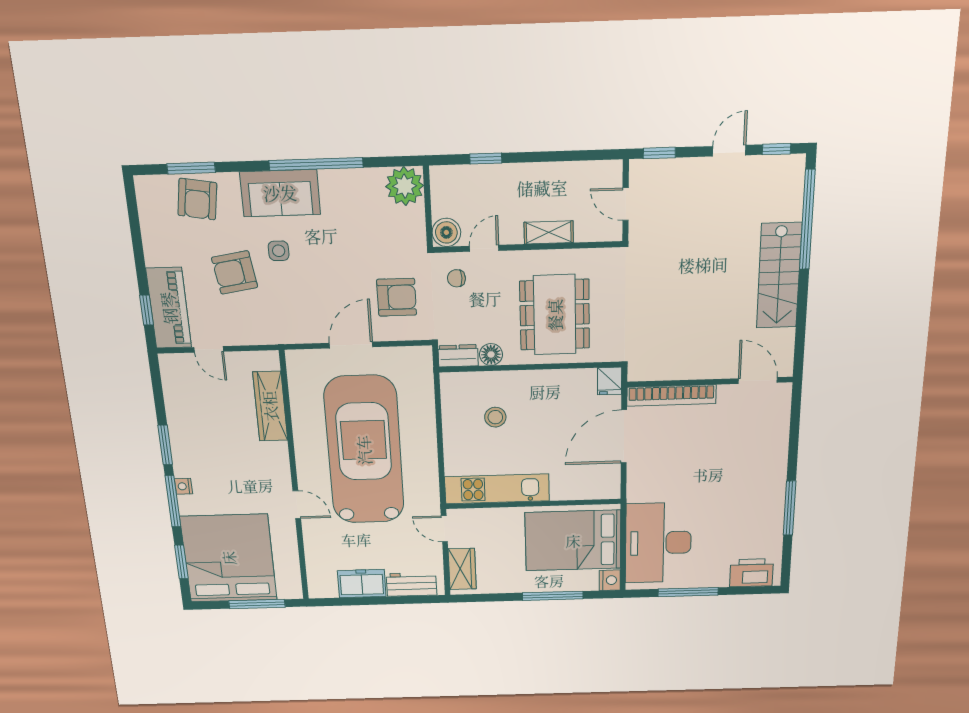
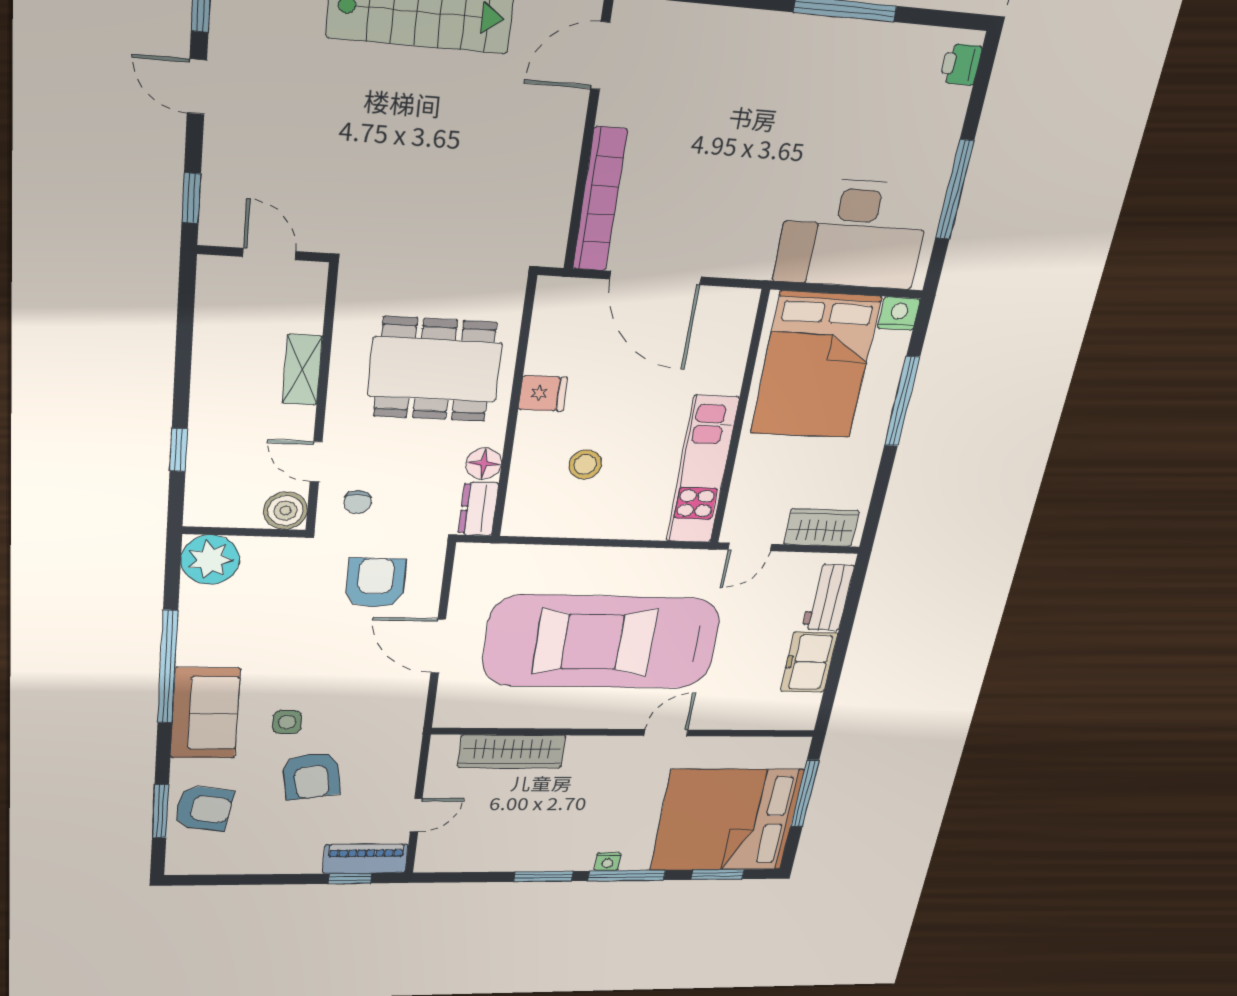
door: (626, 204) -> (270, 254), swing flipped
piano: (169, 308) -> (366, 859), width x0.73, depth x0.75
fridge: (610, 381) -> (543, 393), moved
printer: (751, 573) -> (961, 65), width x0.53, depth x0.68

